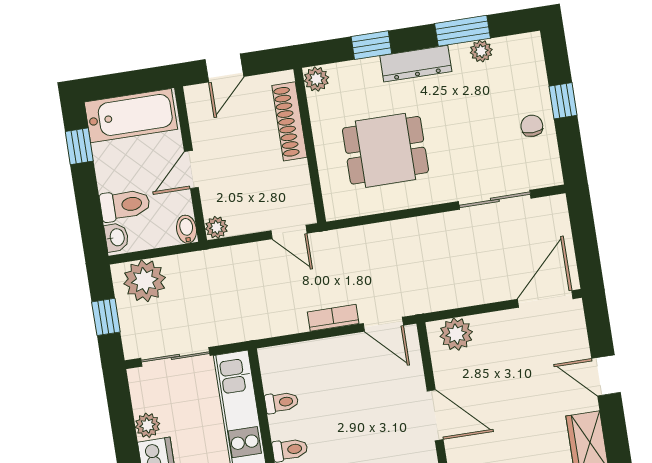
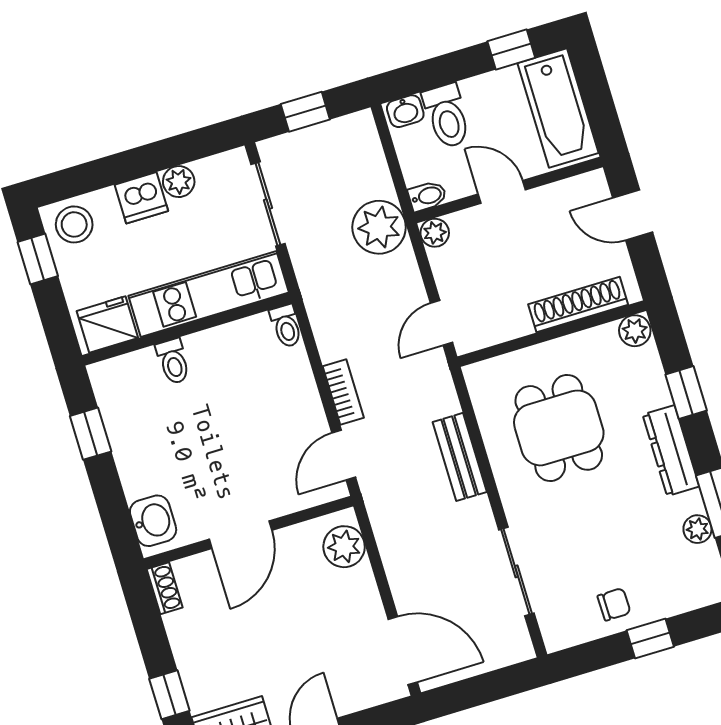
bench: (398, 232) -> (460, 457), added
plant: (145, 281) -> (379, 227), moved
toilet: (282, 402) -> (286, 326), moved

